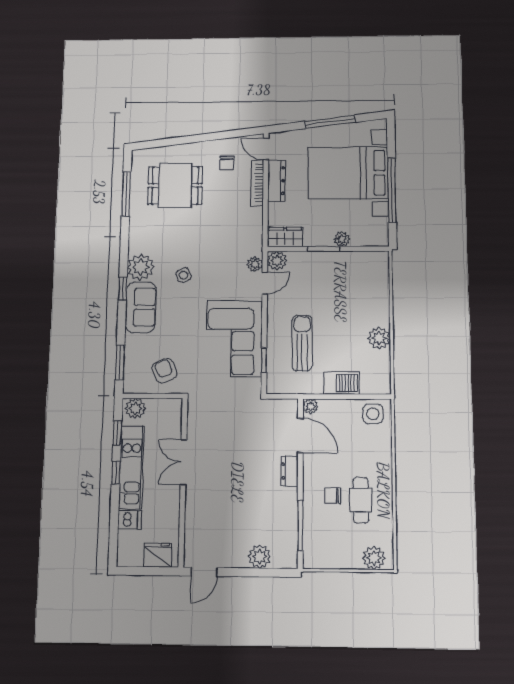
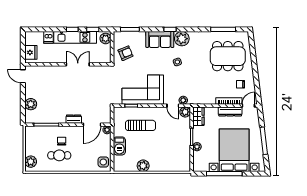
dining table: (175, 185) -> (228, 56), width x1.38

